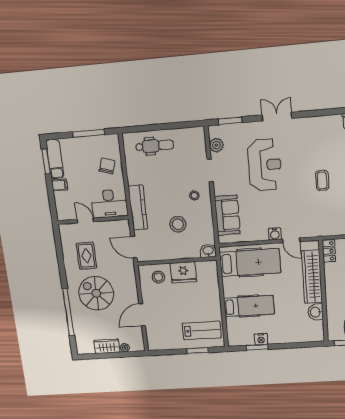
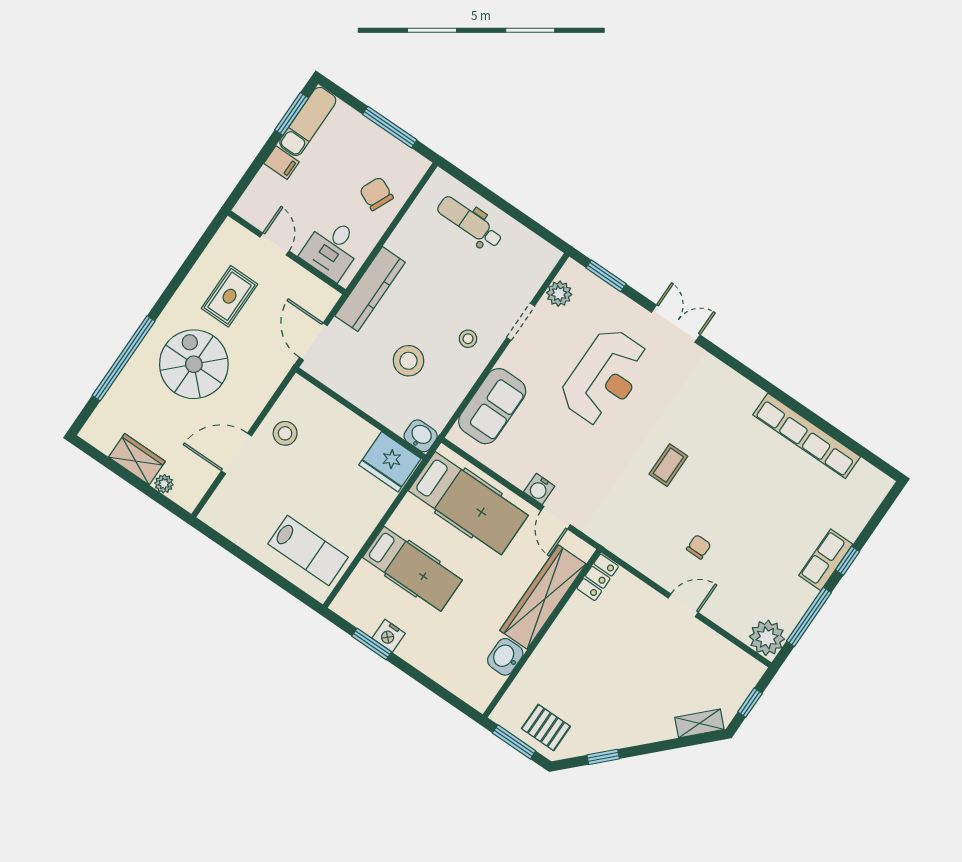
dental chair: (154, 146) -> (470, 222), turned 180
chair: (107, 166) -> (376, 194), turned -83
desk: (109, 204) -> (332, 248), width x0.73
fridge: (183, 272) -> (390, 462), moved
stool: (158, 277) -> (285, 433), moved
window: (198, 351) -> (275, 578), removed

